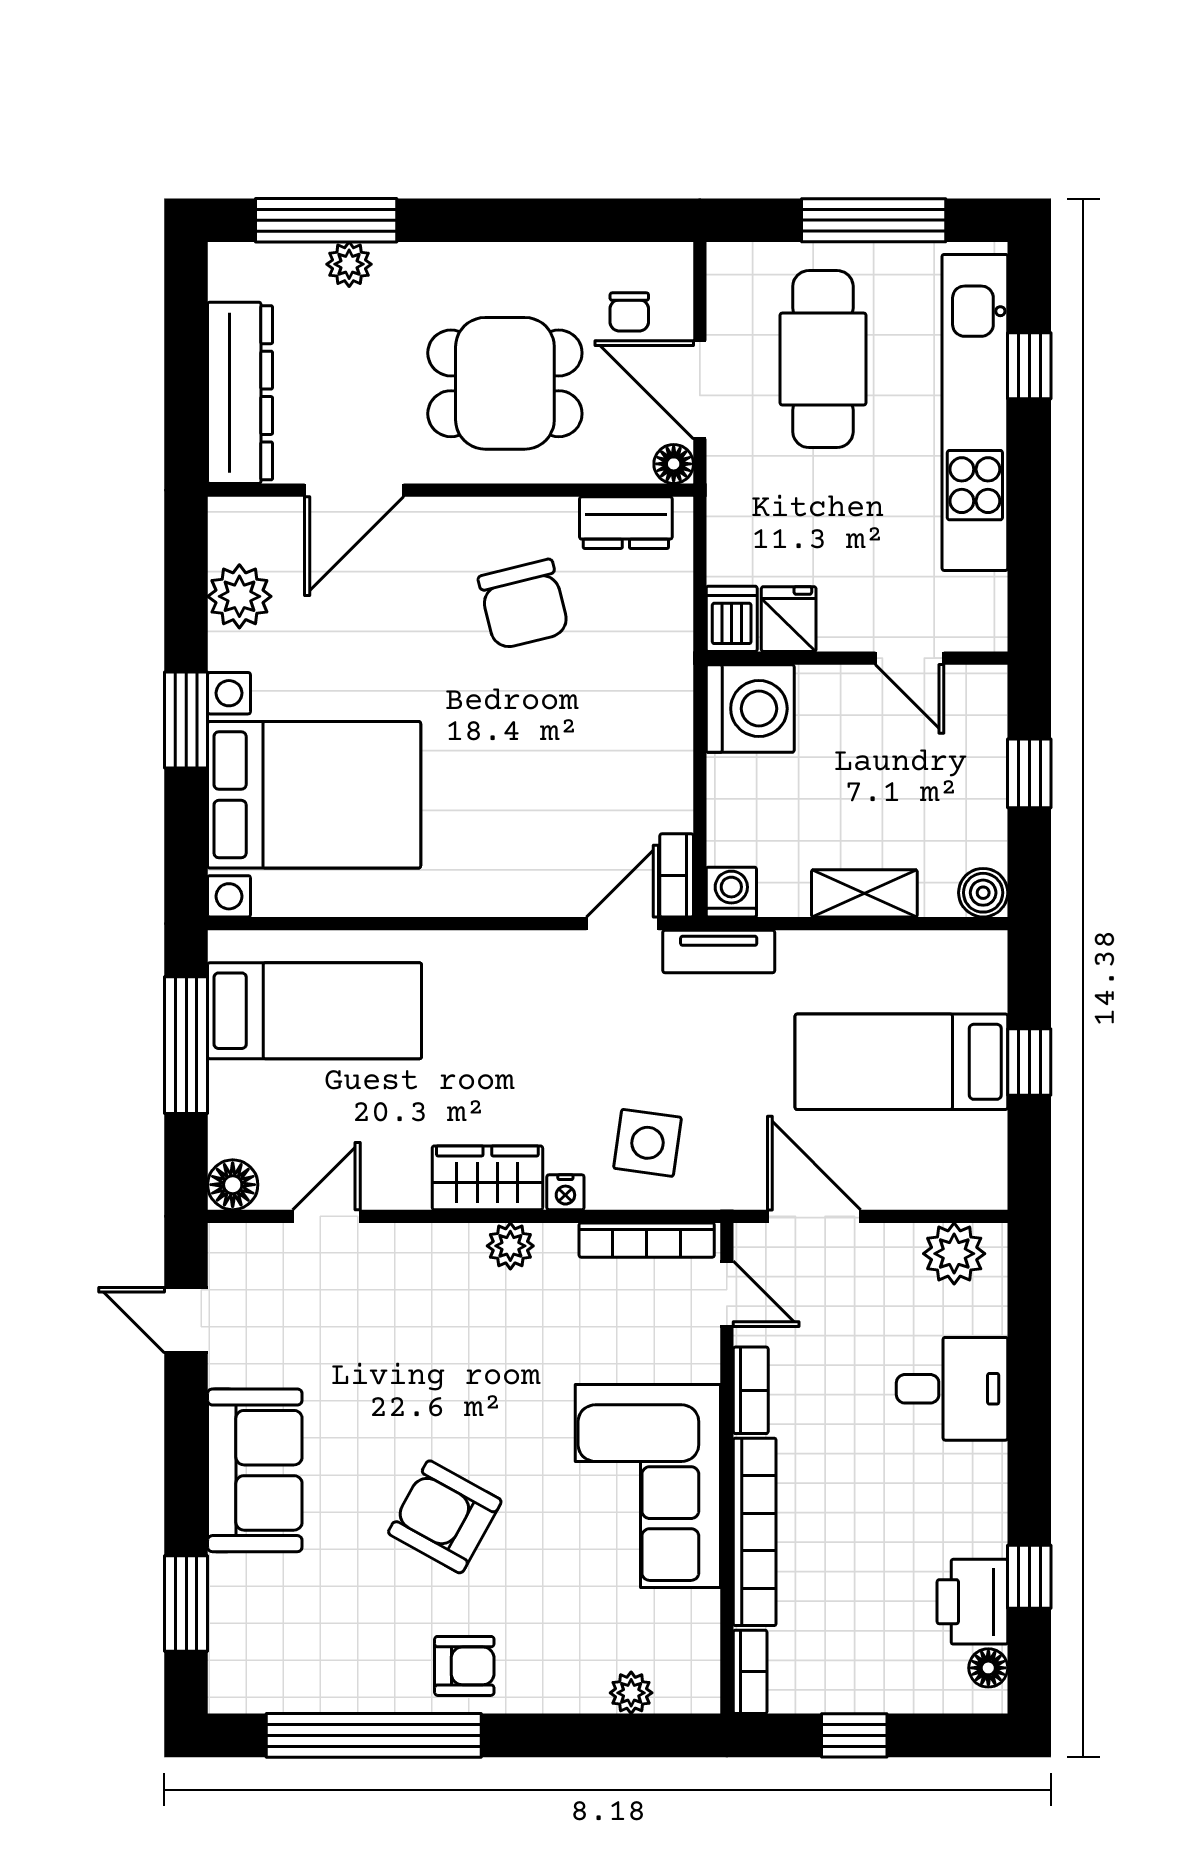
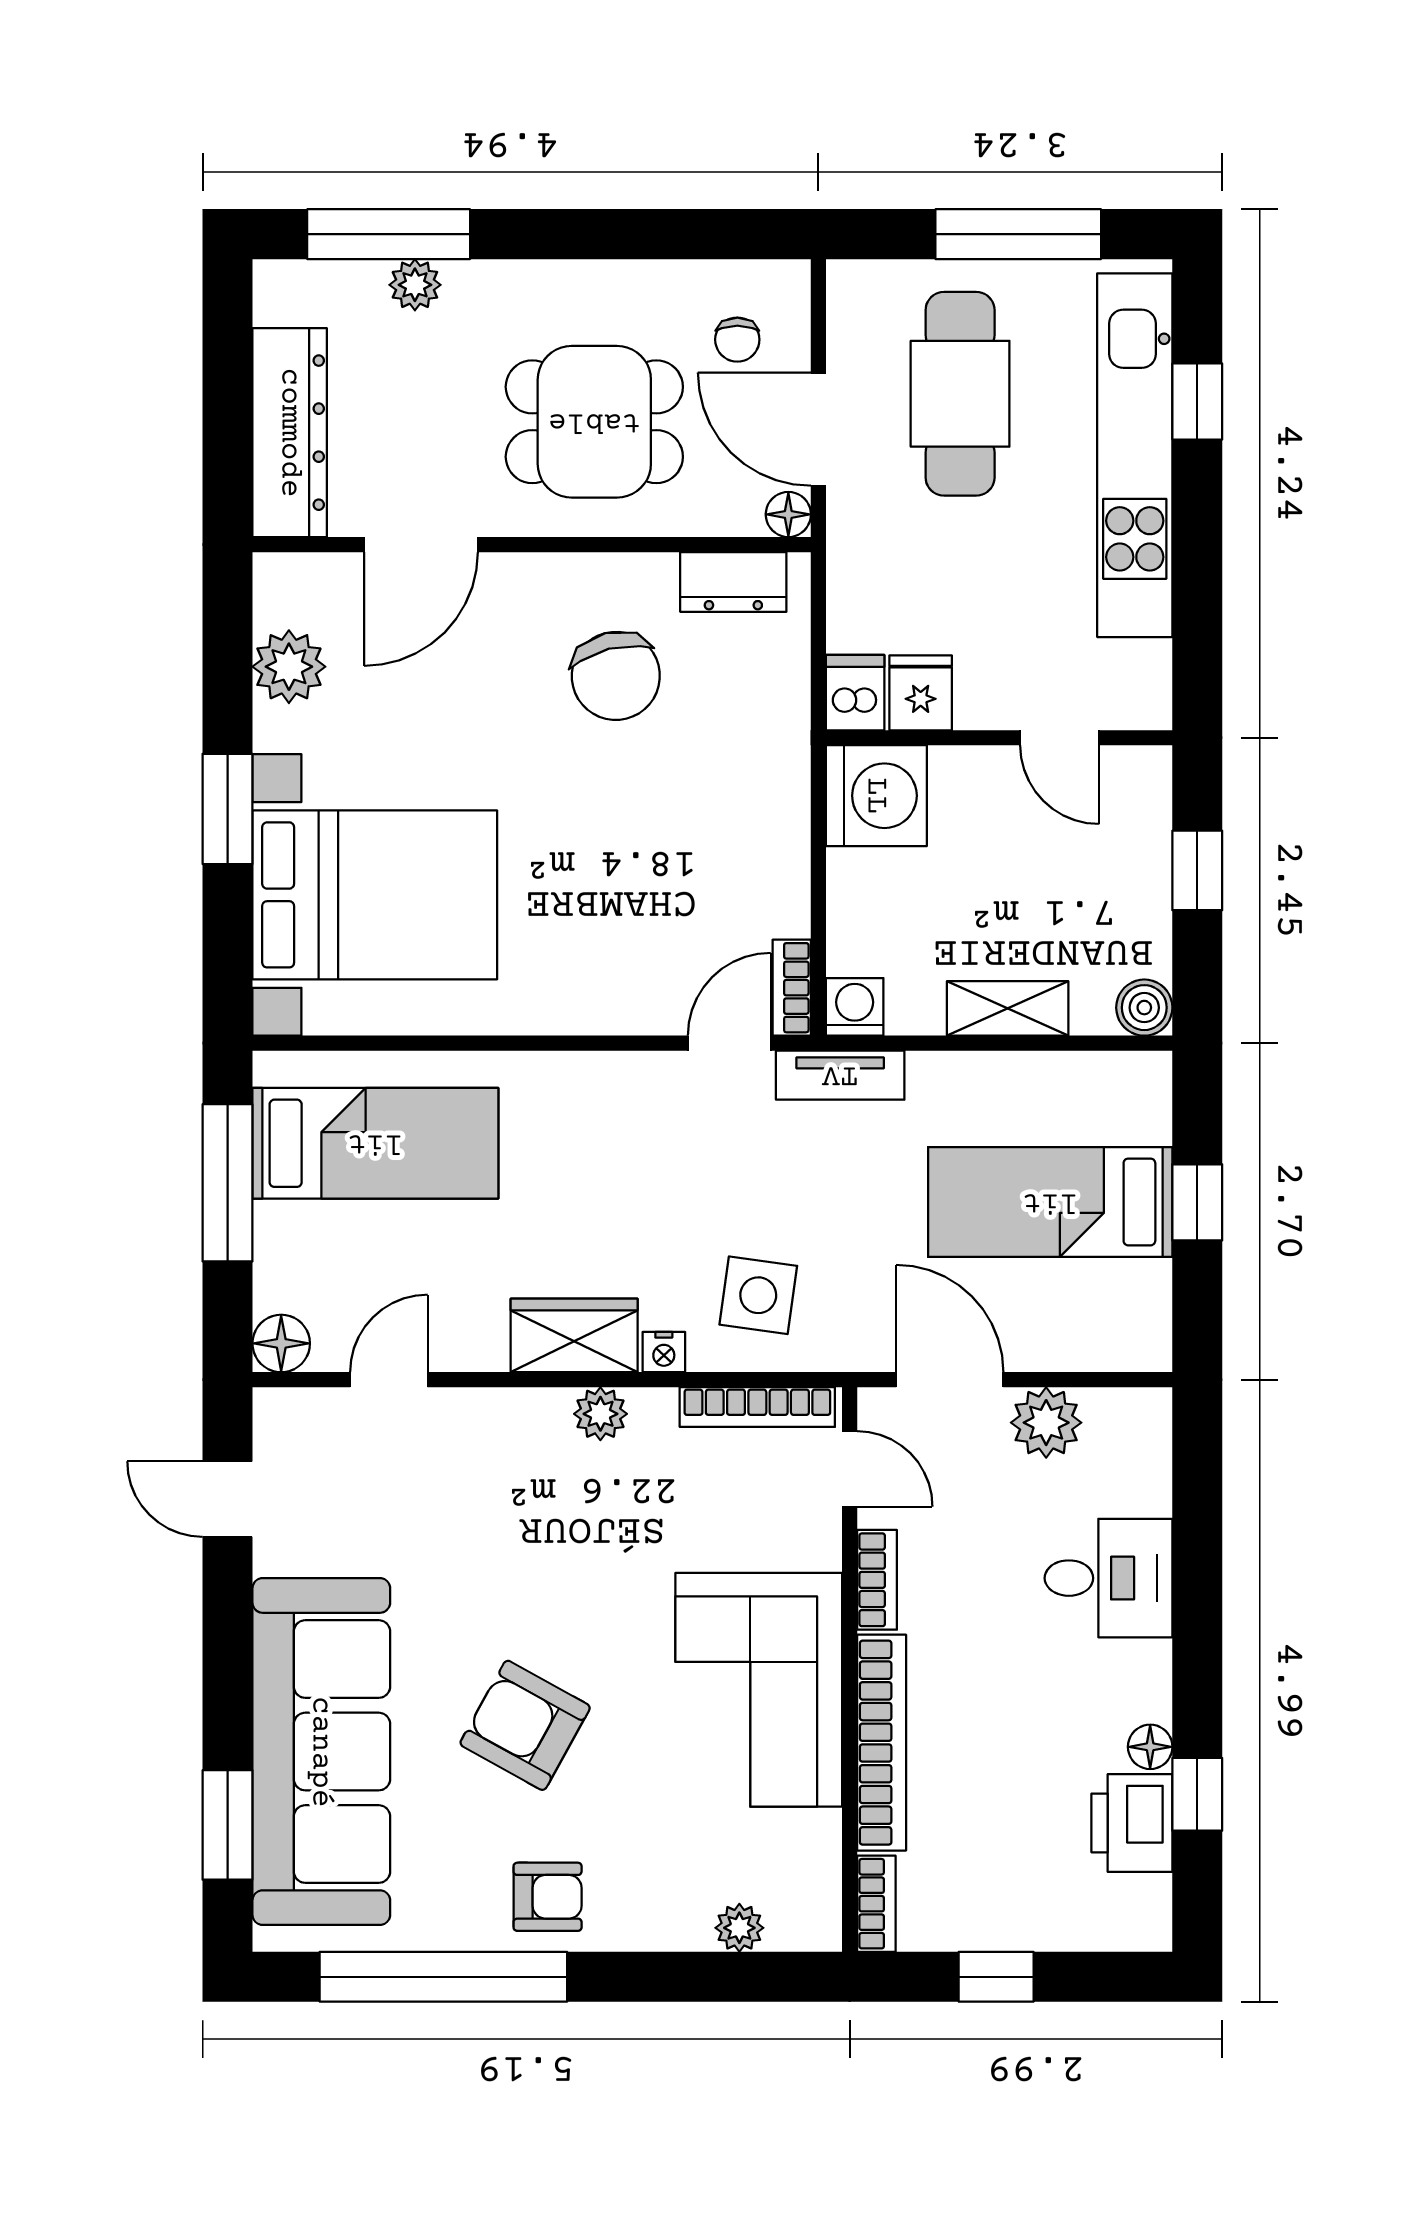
plant: (954, 1254) -> (1046, 1423), moved
sofa: (255, 1470) -> (321, 1752), width x1.85, depth x1.27
floor lamp: (988, 1668) -> (1150, 1747), moved

